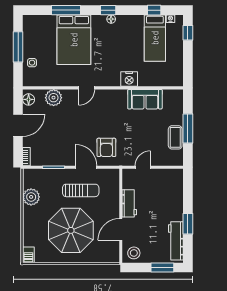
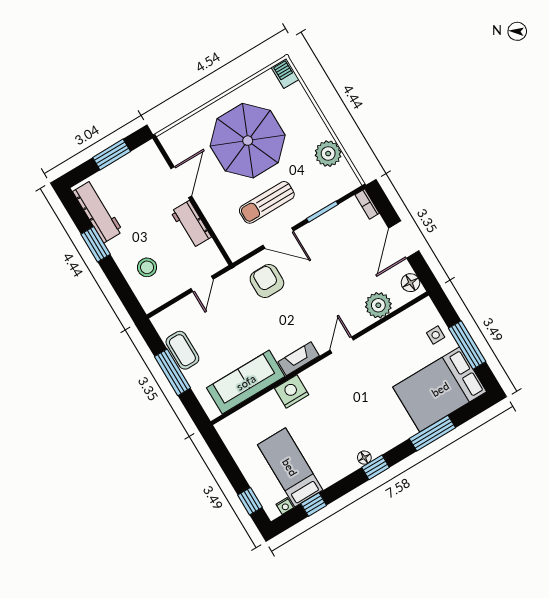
bed: (74, 40) -> (440, 389), moved, turned -90
fireplace: (115, 95) -> (299, 359), added
sofa: (145, 99) -> (246, 382), width x1.36
stool: (134, 253) -> (147, 267), moved
window: (162, 267) -> (112, 154), moved

